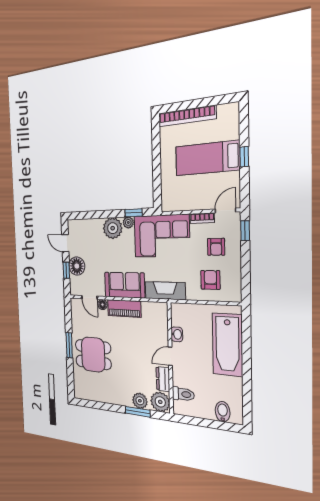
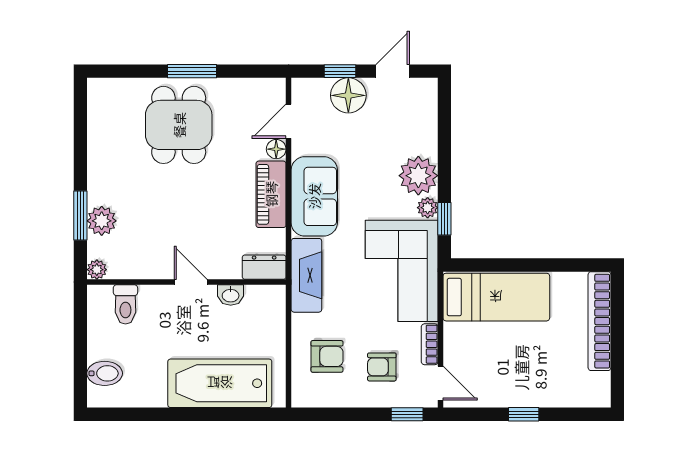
bed: (207, 158) -> (496, 297), moved, turned 90
dresser: (163, 379) -> (264, 267), moved
plant: (160, 402) -> (97, 270), width x0.53, depth x0.53

